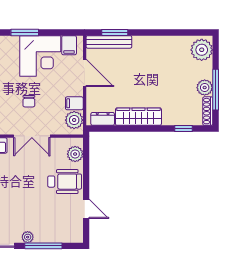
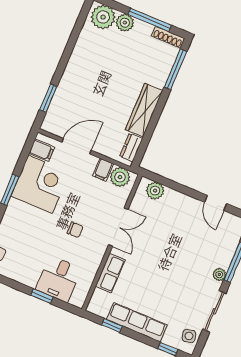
bench: (109, 42) -> (55, 108), removed
plant: (205, 88) -> (125, 23), moved
chair: (29, 101) -> (75, 230), moved
window: (184, 129) -> (176, 69), width x2.17
wheelchair: (65, 182) -> (179, 213), removed
door: (86, 209) -> (216, 203), swing flipped

